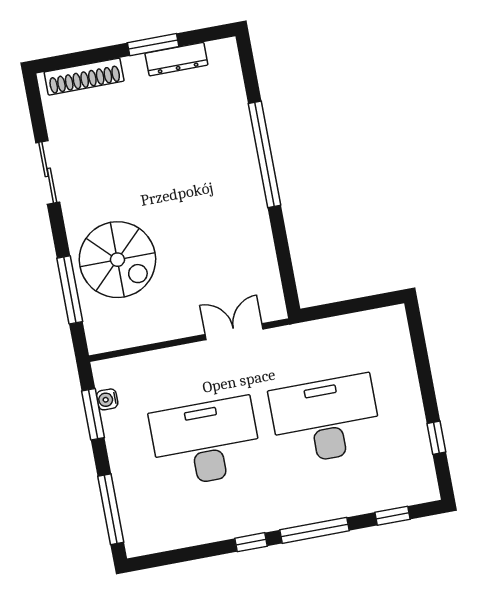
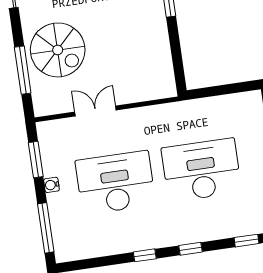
double door: (234, 332) -> (95, 111), moved
water cooler: (107, 399) -> (51, 185), moved
window: (315, 530) -> (190, 249), width x0.46

